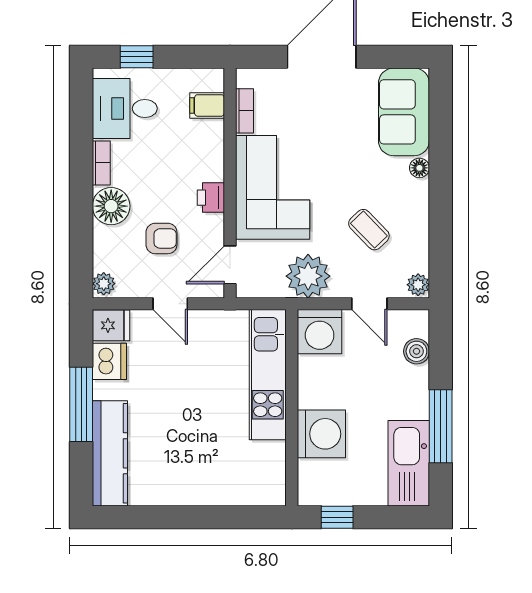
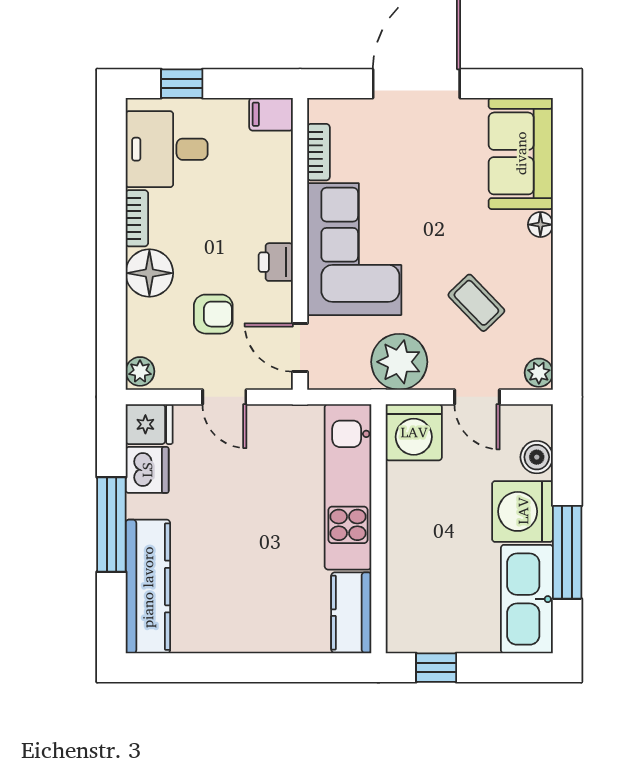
filing cabinet: (207, 105) -> (271, 114), moved
door: (230, 265) -> (300, 348), hinge flipped
washing machine: (321, 434) -> (523, 511), moved, turned 180
kitchen counter: (270, 474) -> (351, 613), added

